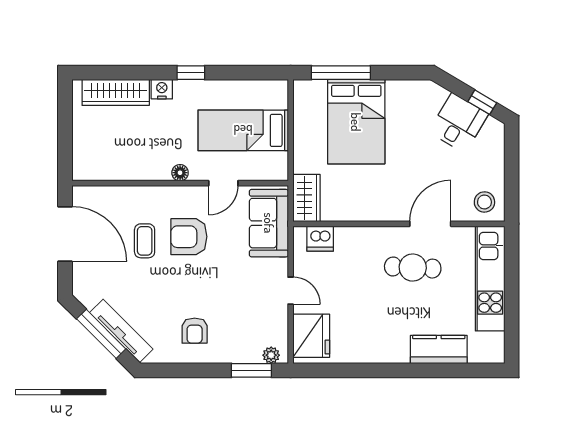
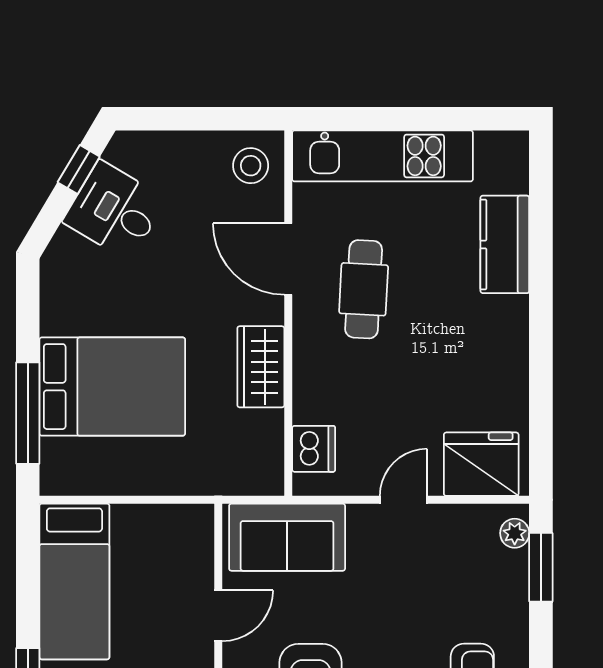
bed: (243, 130) -> (74, 581), moved
door: (223, 183) -> (218, 616), hinge flipped
wardrobe: (306, 198) -> (261, 367), moved, turned -90

